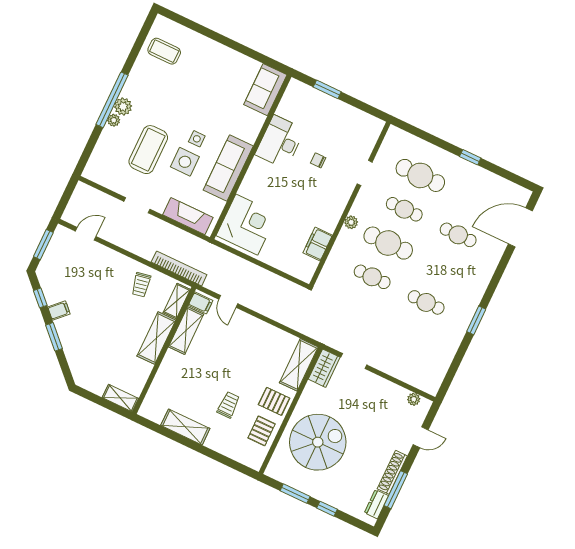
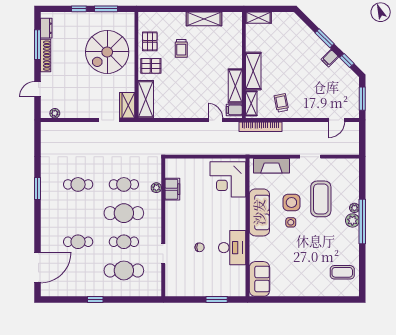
plant: (351, 222) -> (156, 188), moved

